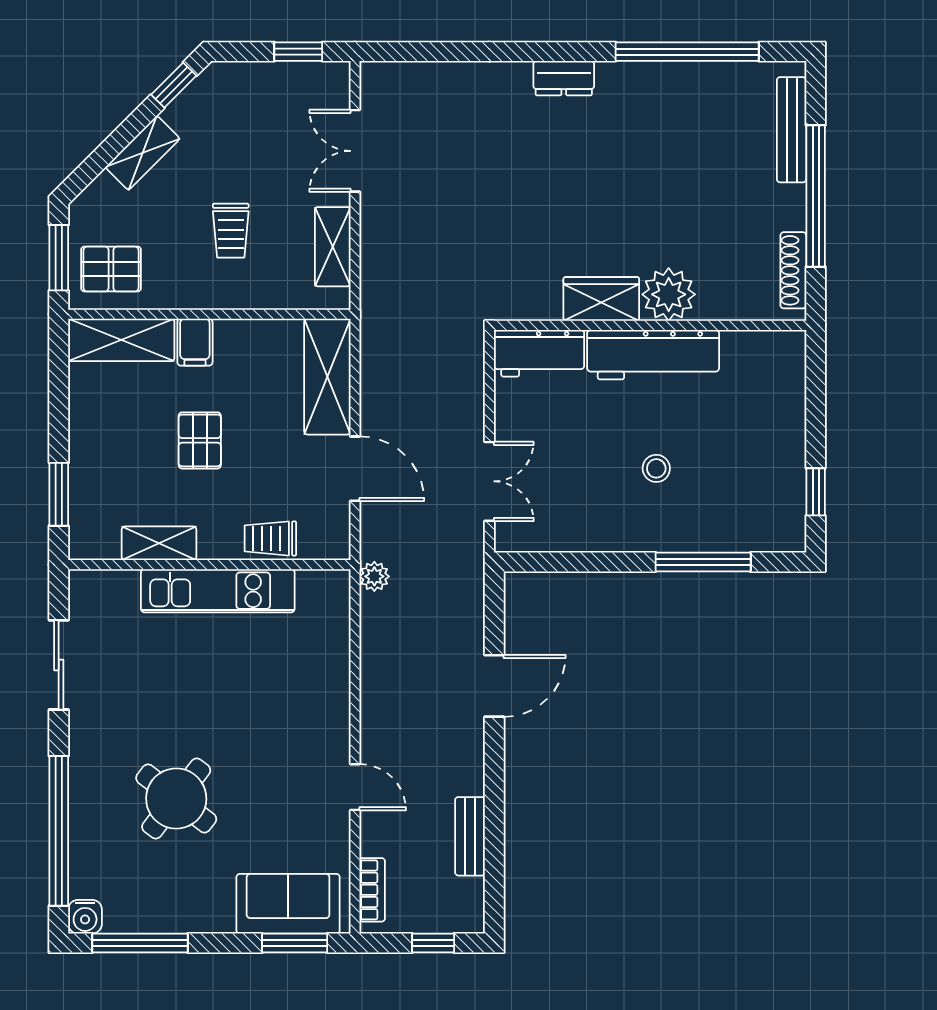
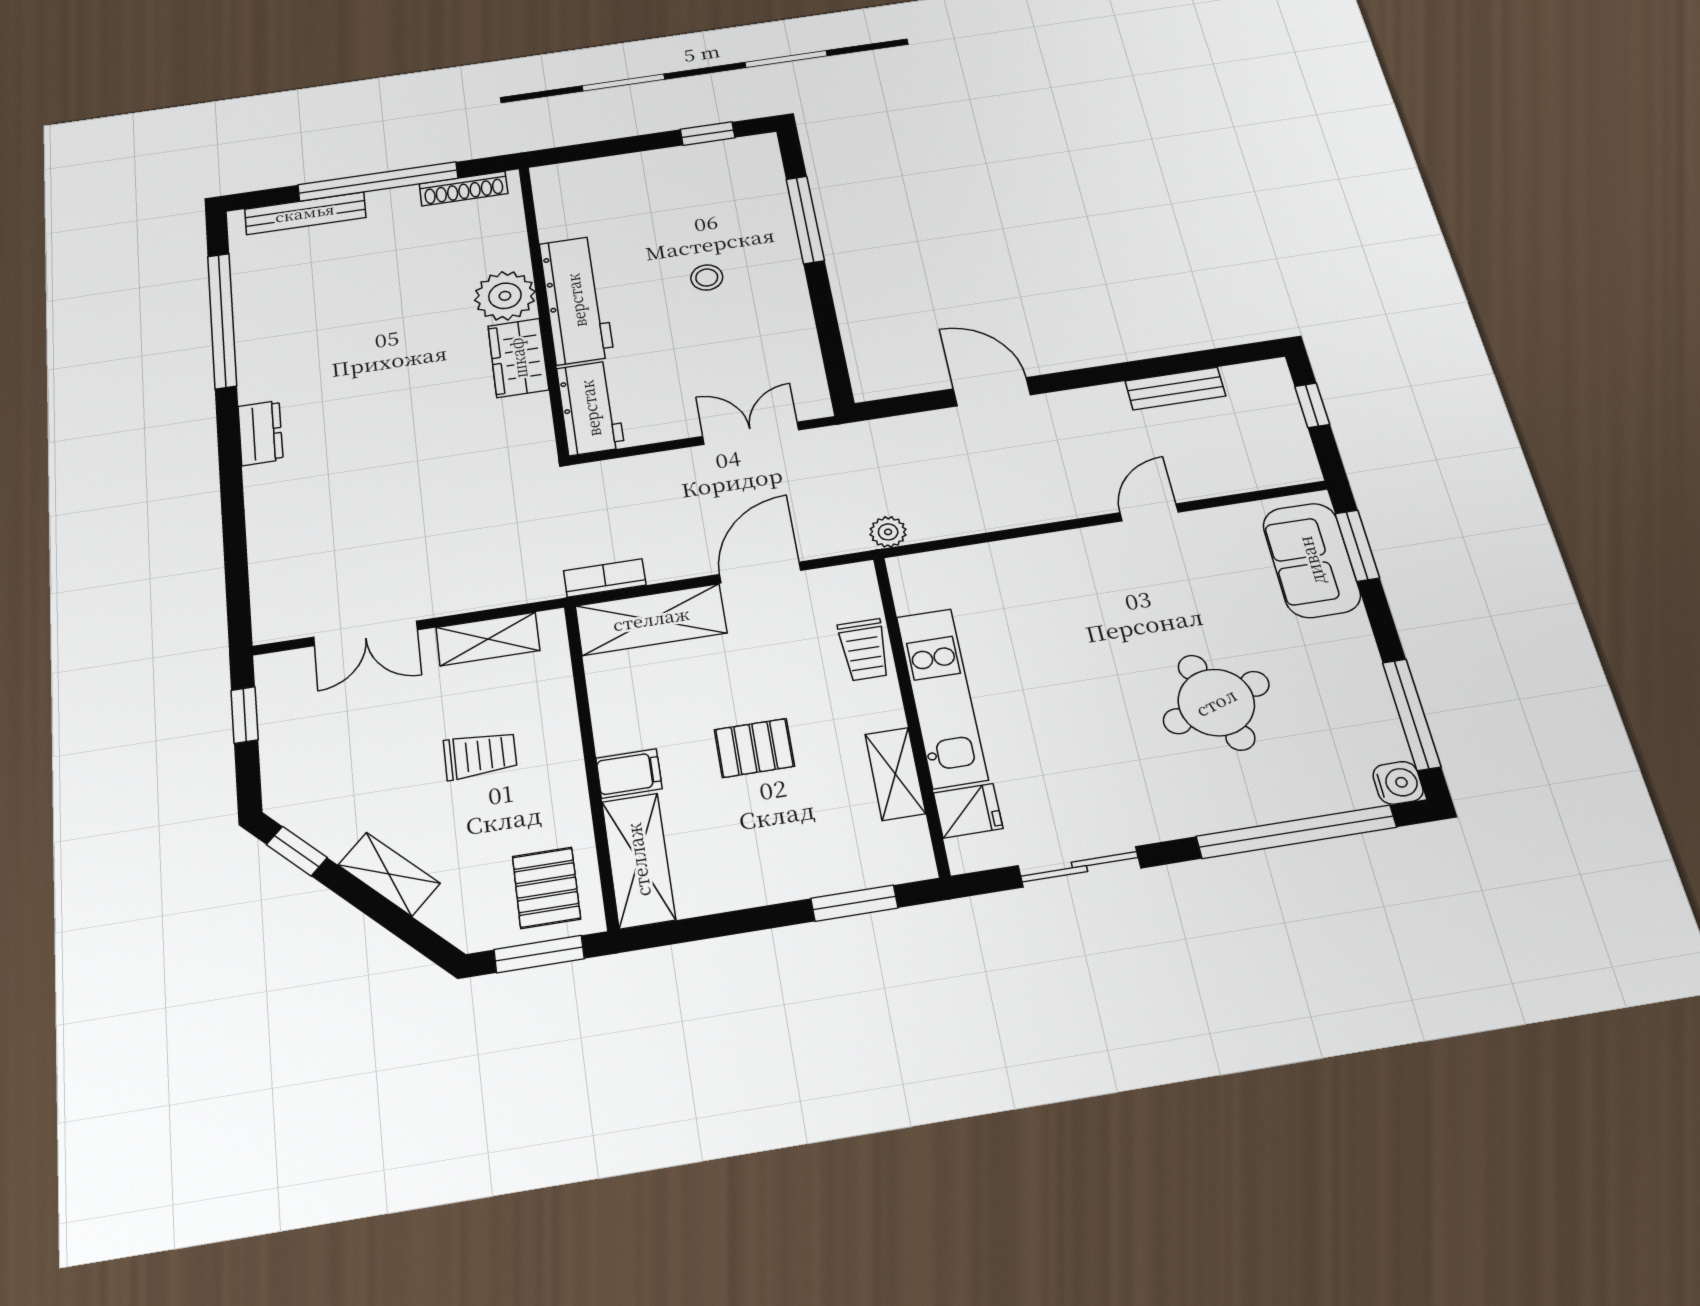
fridge: (119, 592) -> (968, 811), added
round table: (176, 799) -> (1216, 702), turned 34
bookcase: (372, 890) -> (605, 578), moved

